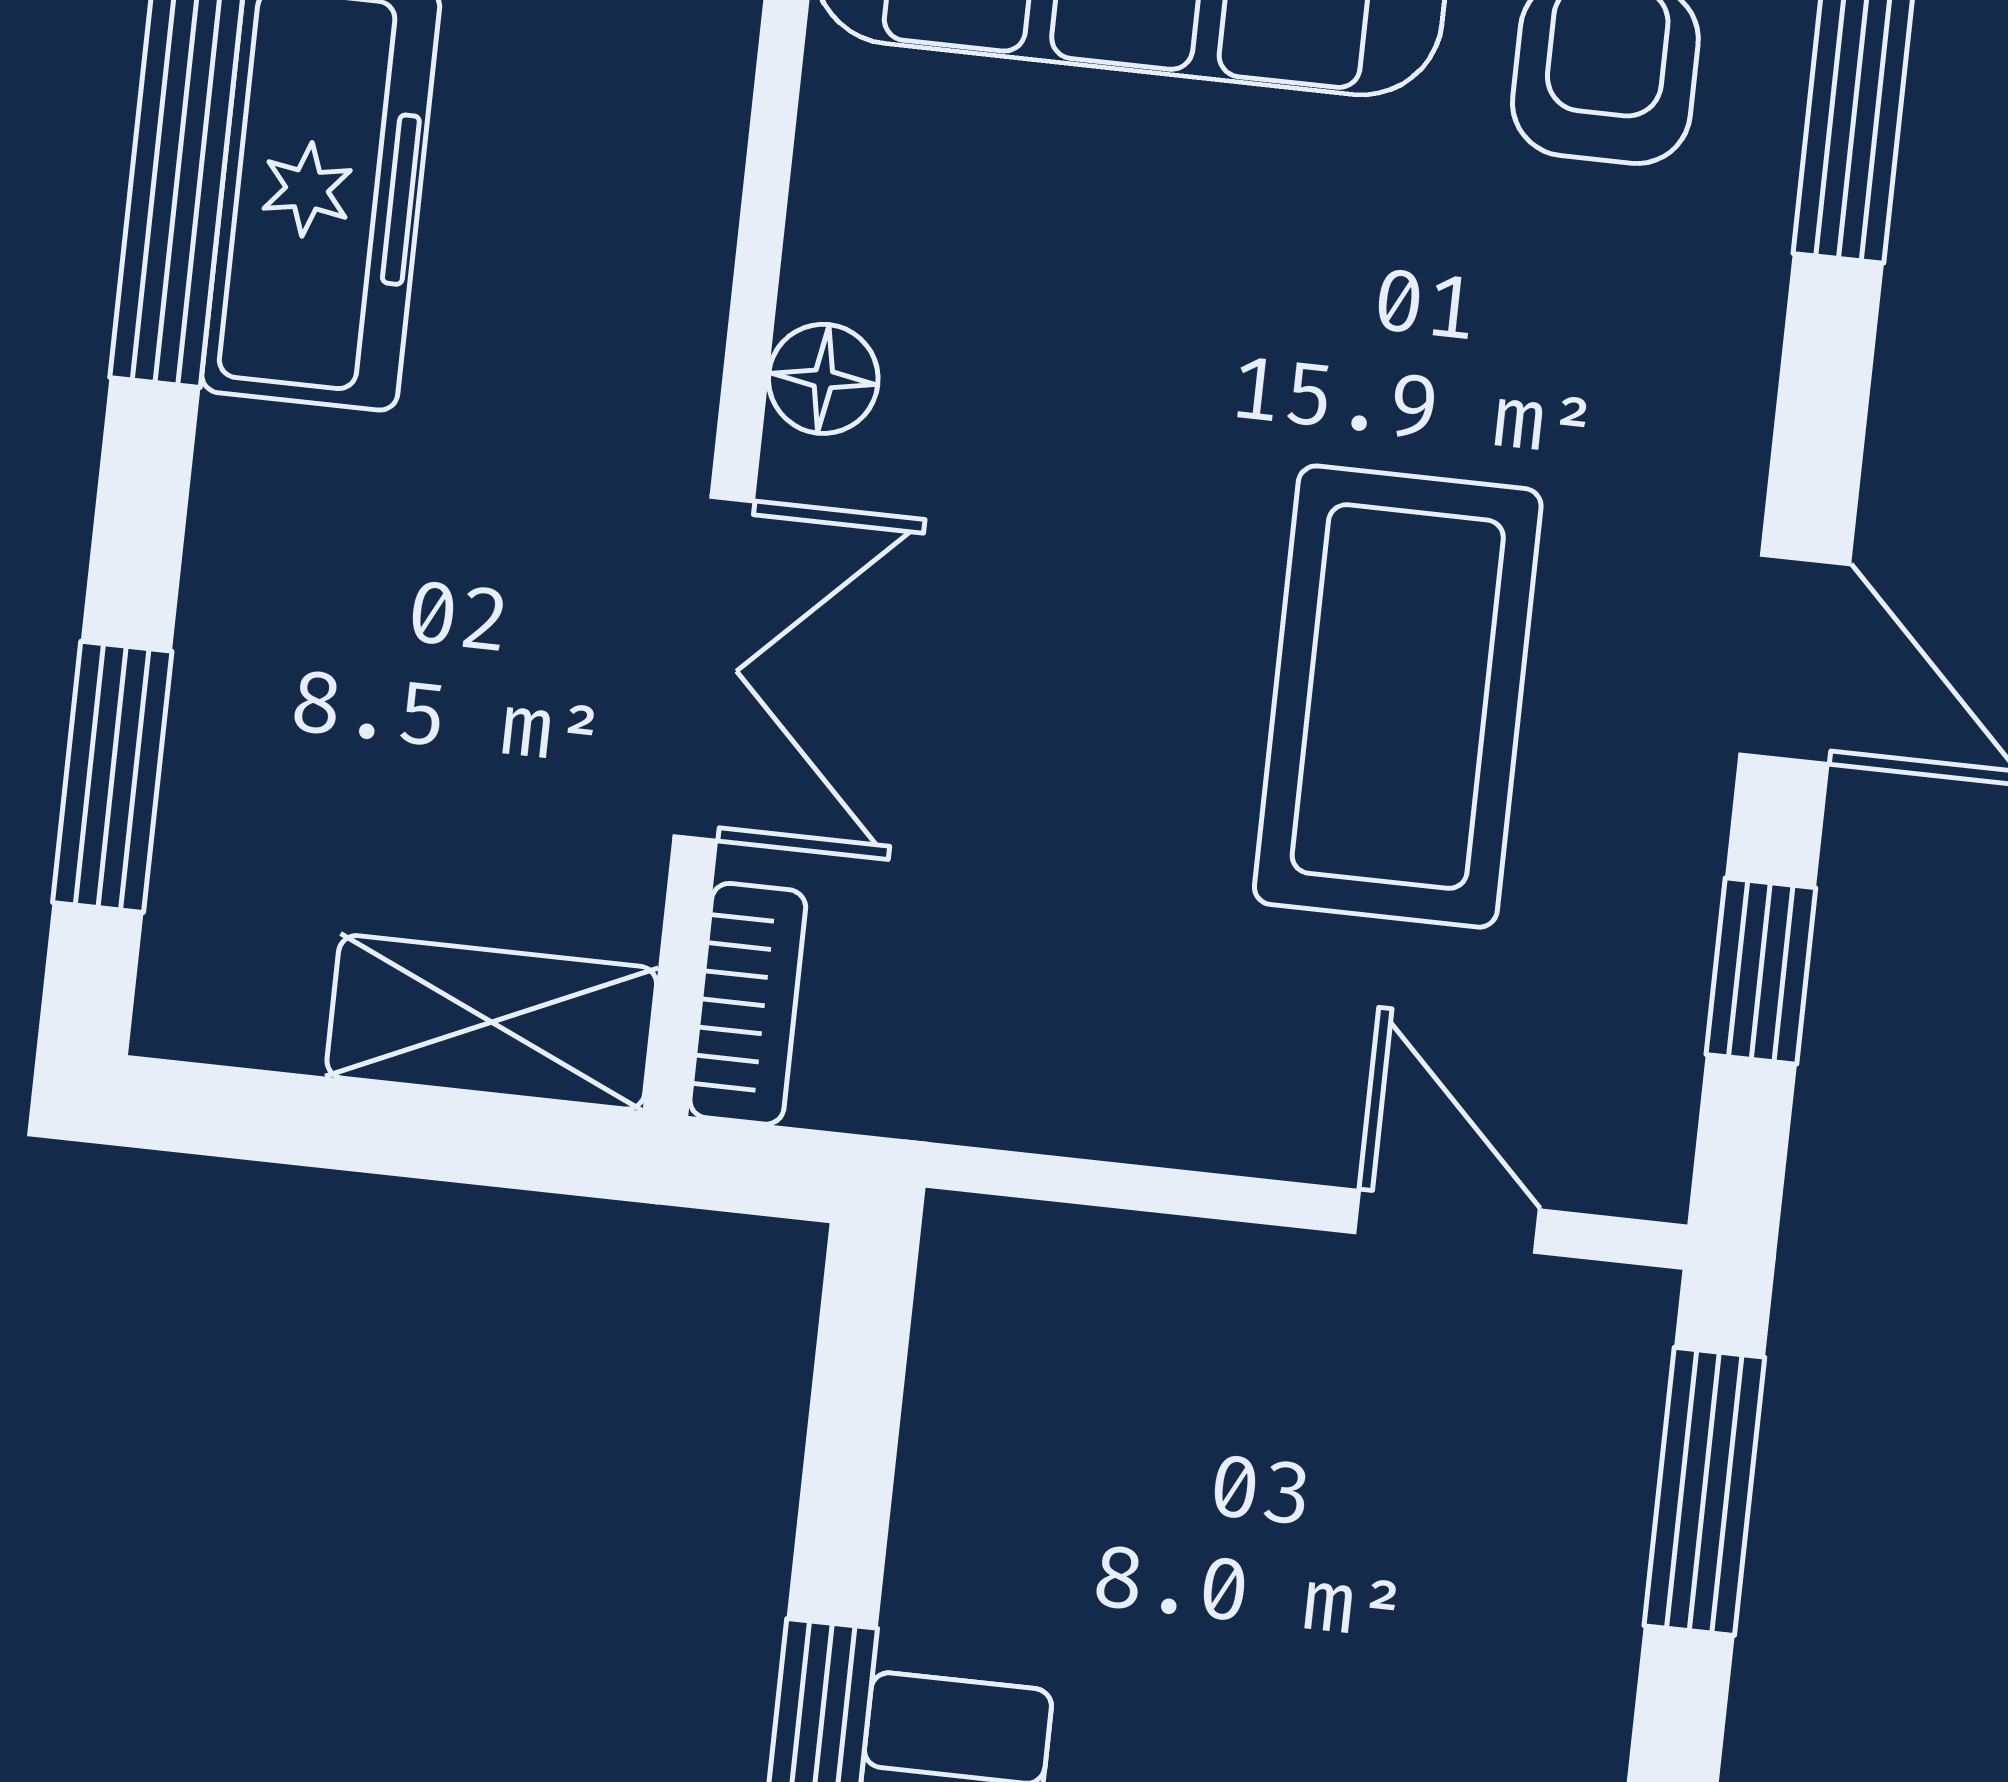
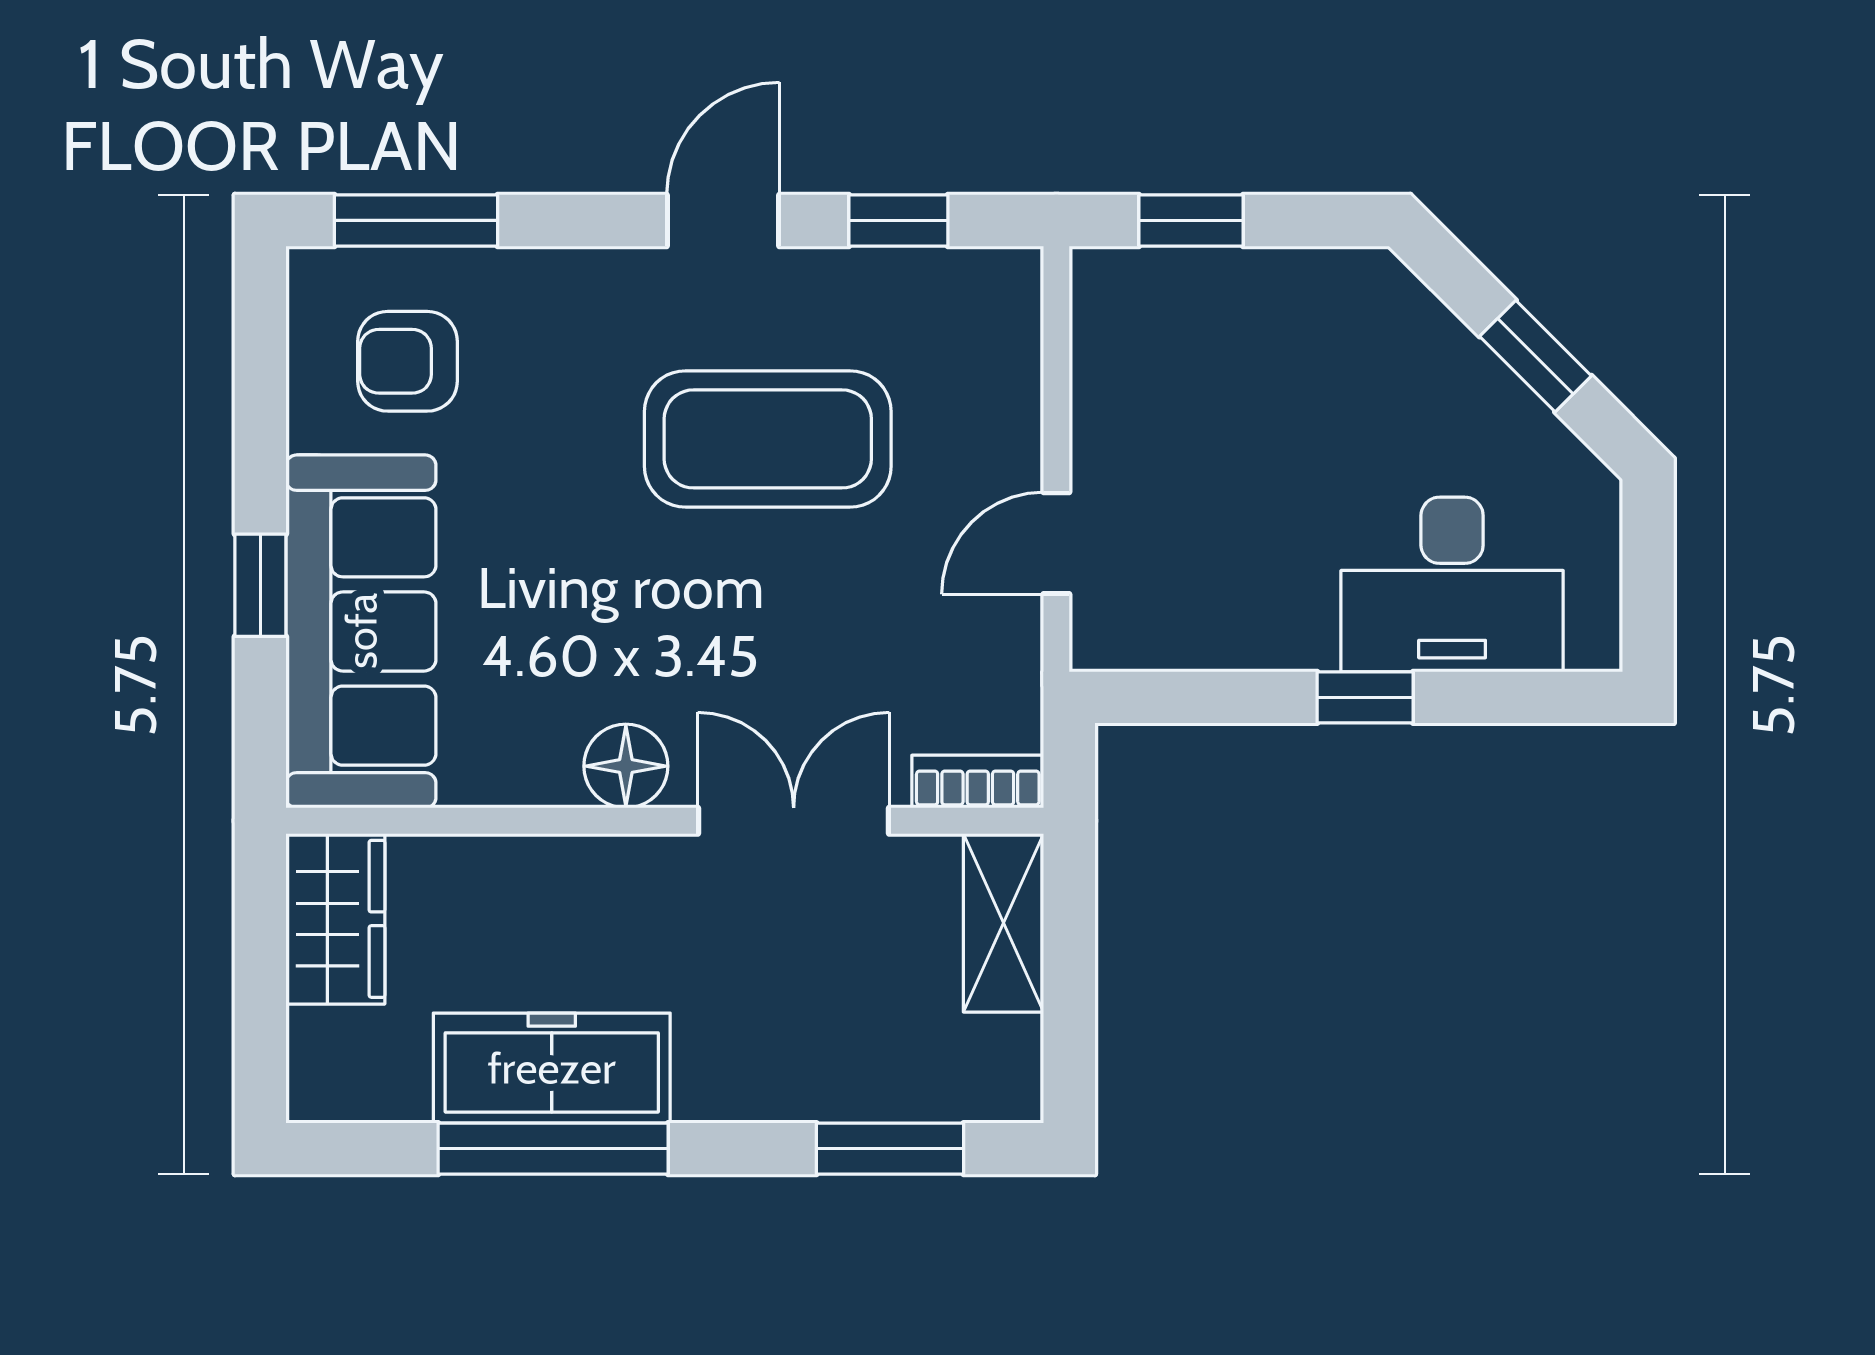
floor lamp: (823, 379) -> (626, 766), width x1.37, depth x1.37
door: (1447, 1221) -> (1056, 543), moved
window: (1704, 1491) -> (1191, 220), width x0.67

